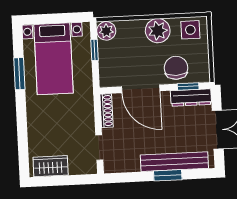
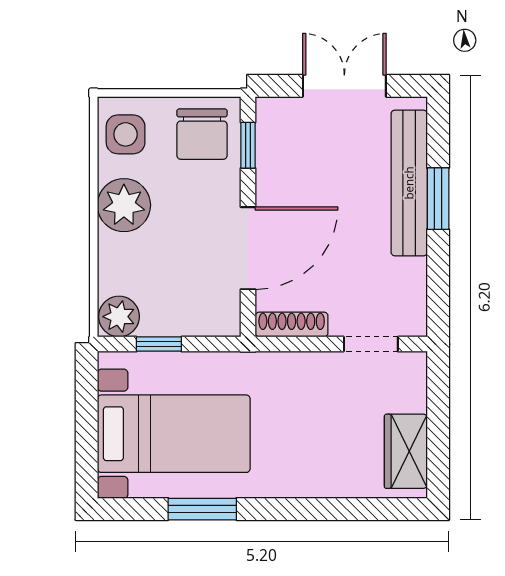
chair: (176, 68) -> (202, 134), moved, turned -90
dresser: (191, 98) -> (272, 140), removed

